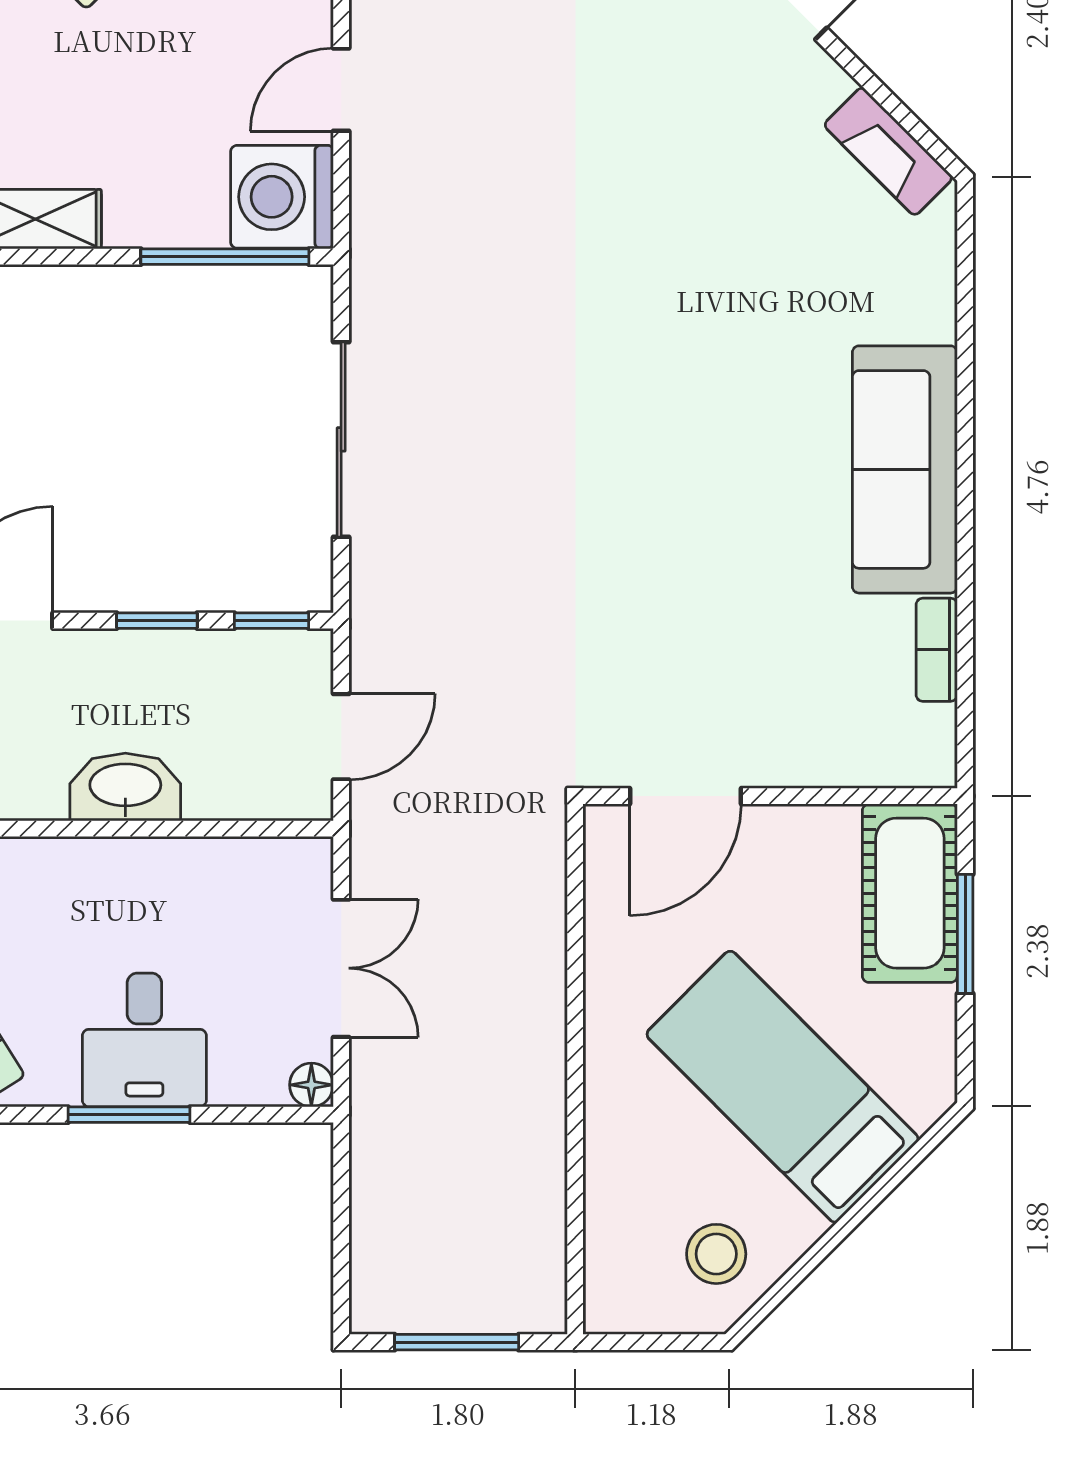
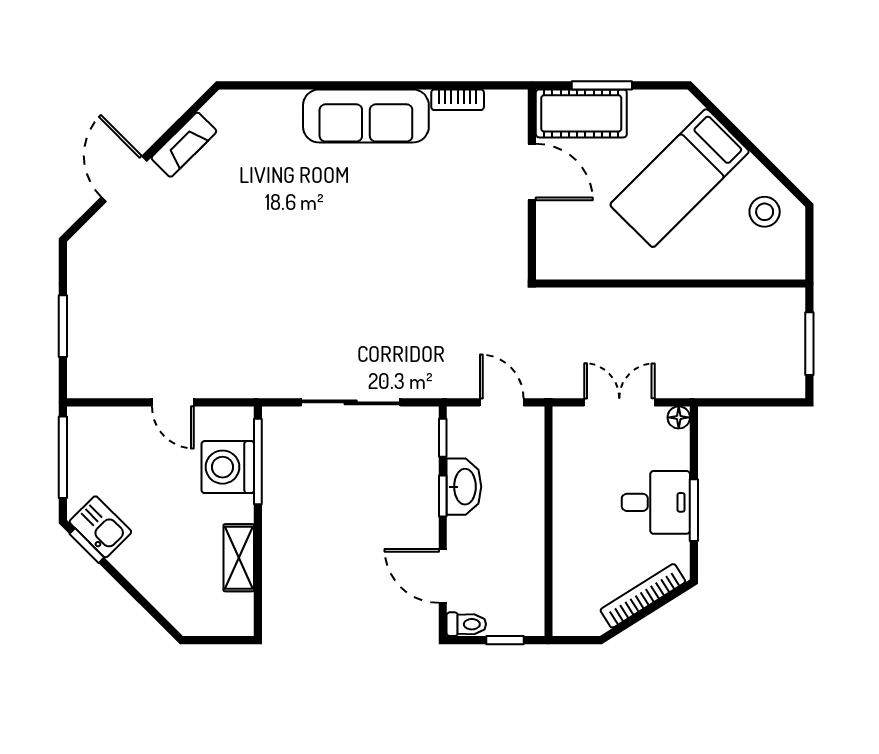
fireplace: (888, 151) -> (184, 145), moved
washing machine: (282, 197) -> (228, 467), moved, turned 90
washbasin: (125, 787) -> (464, 487), moved, turned 180
door: (685, 796) -> (532, 172), moved

